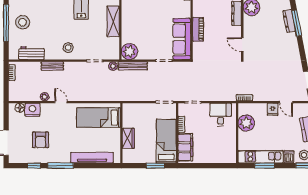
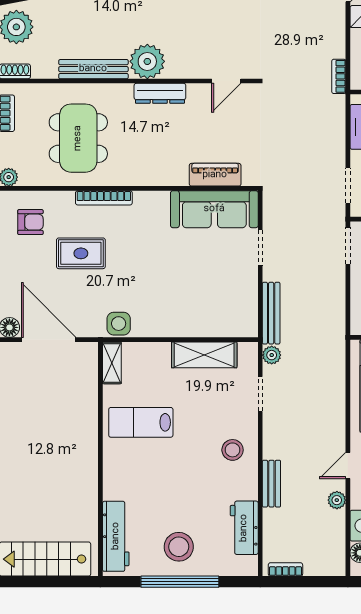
shelving: (113, 21) -> (204, 355), moved
piano: (198, 29) -> (215, 175), moved
plant: (129, 52) -> (241, 320), removed

